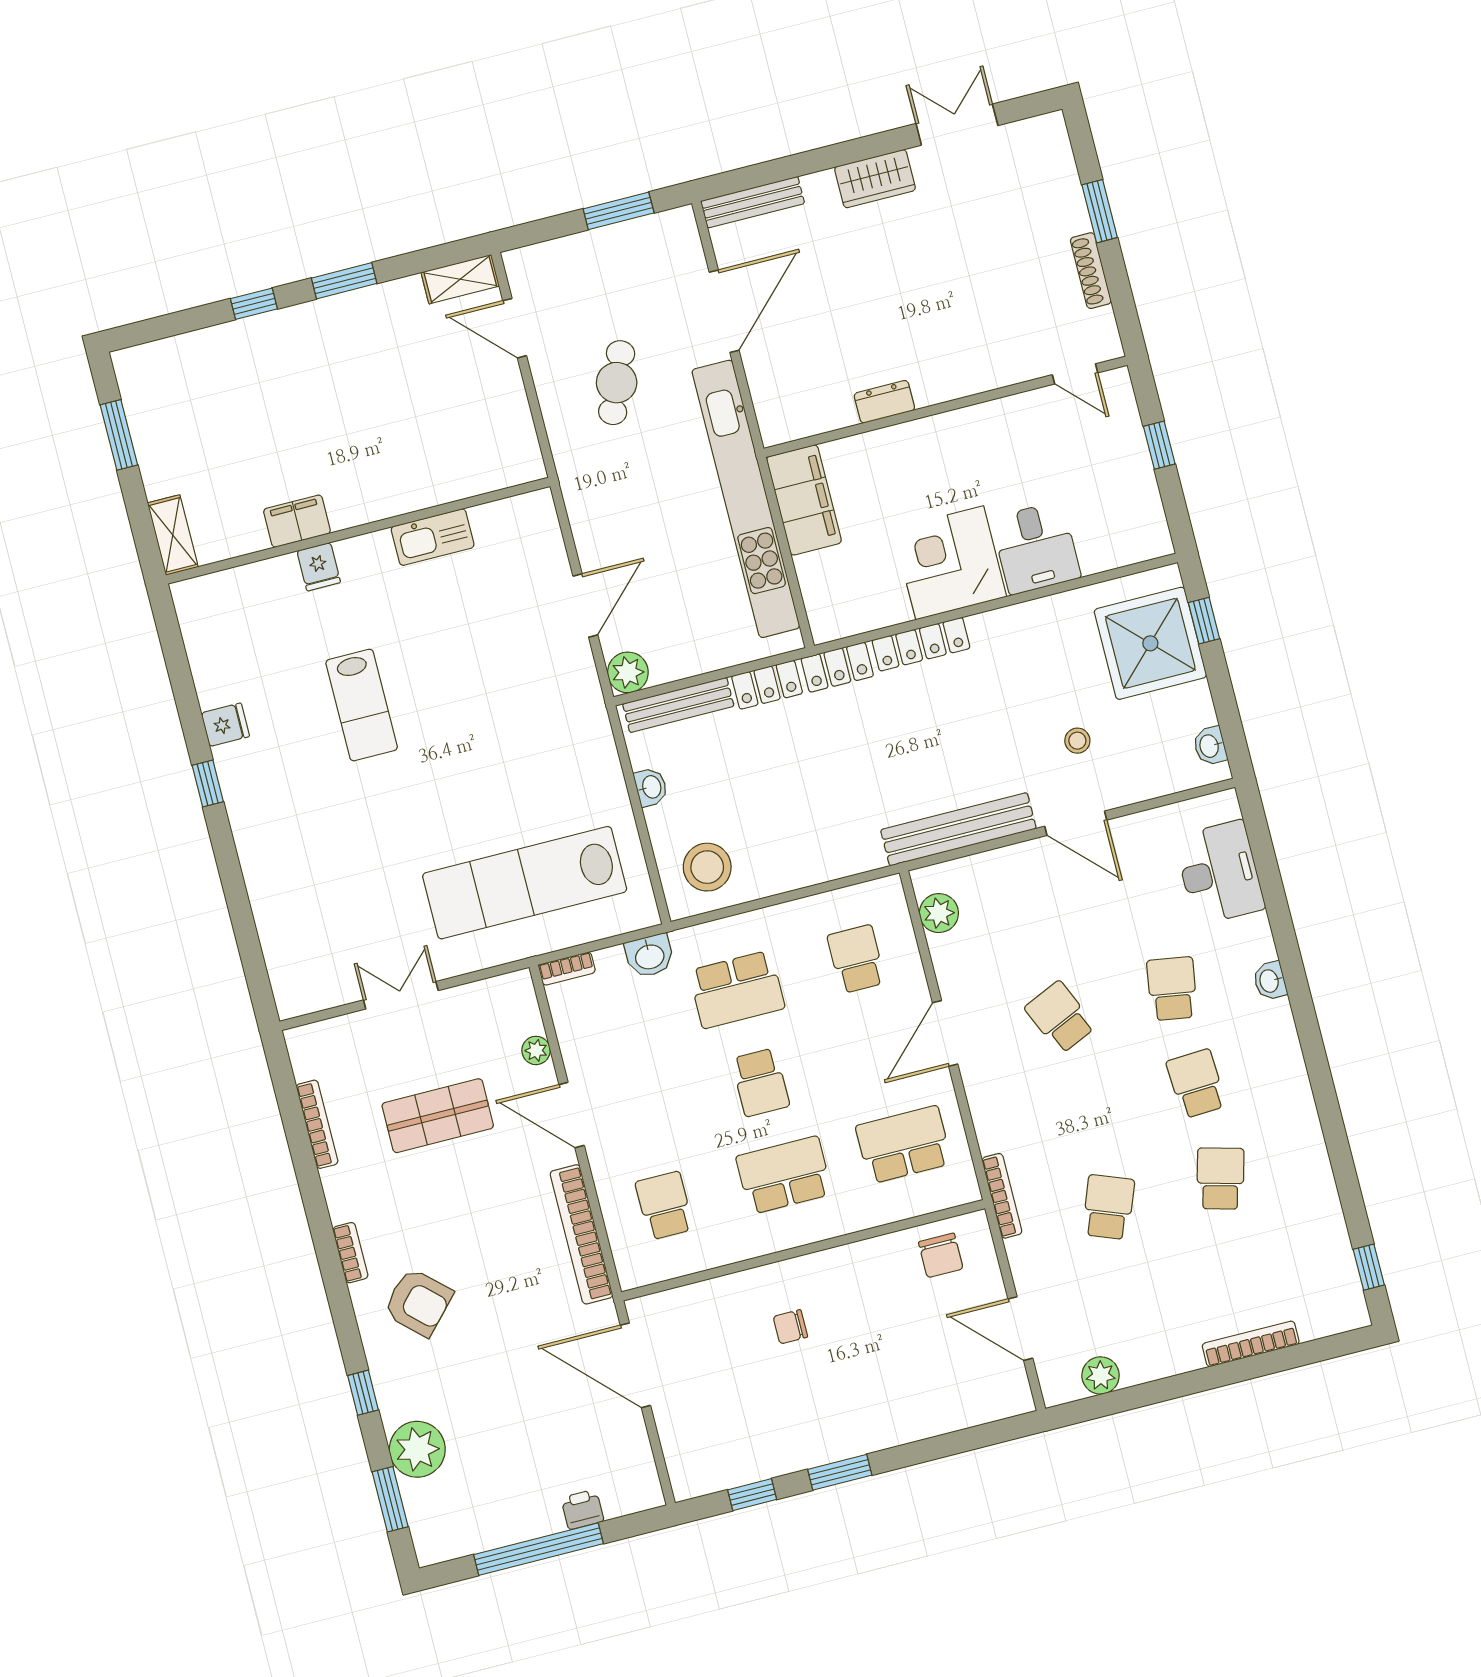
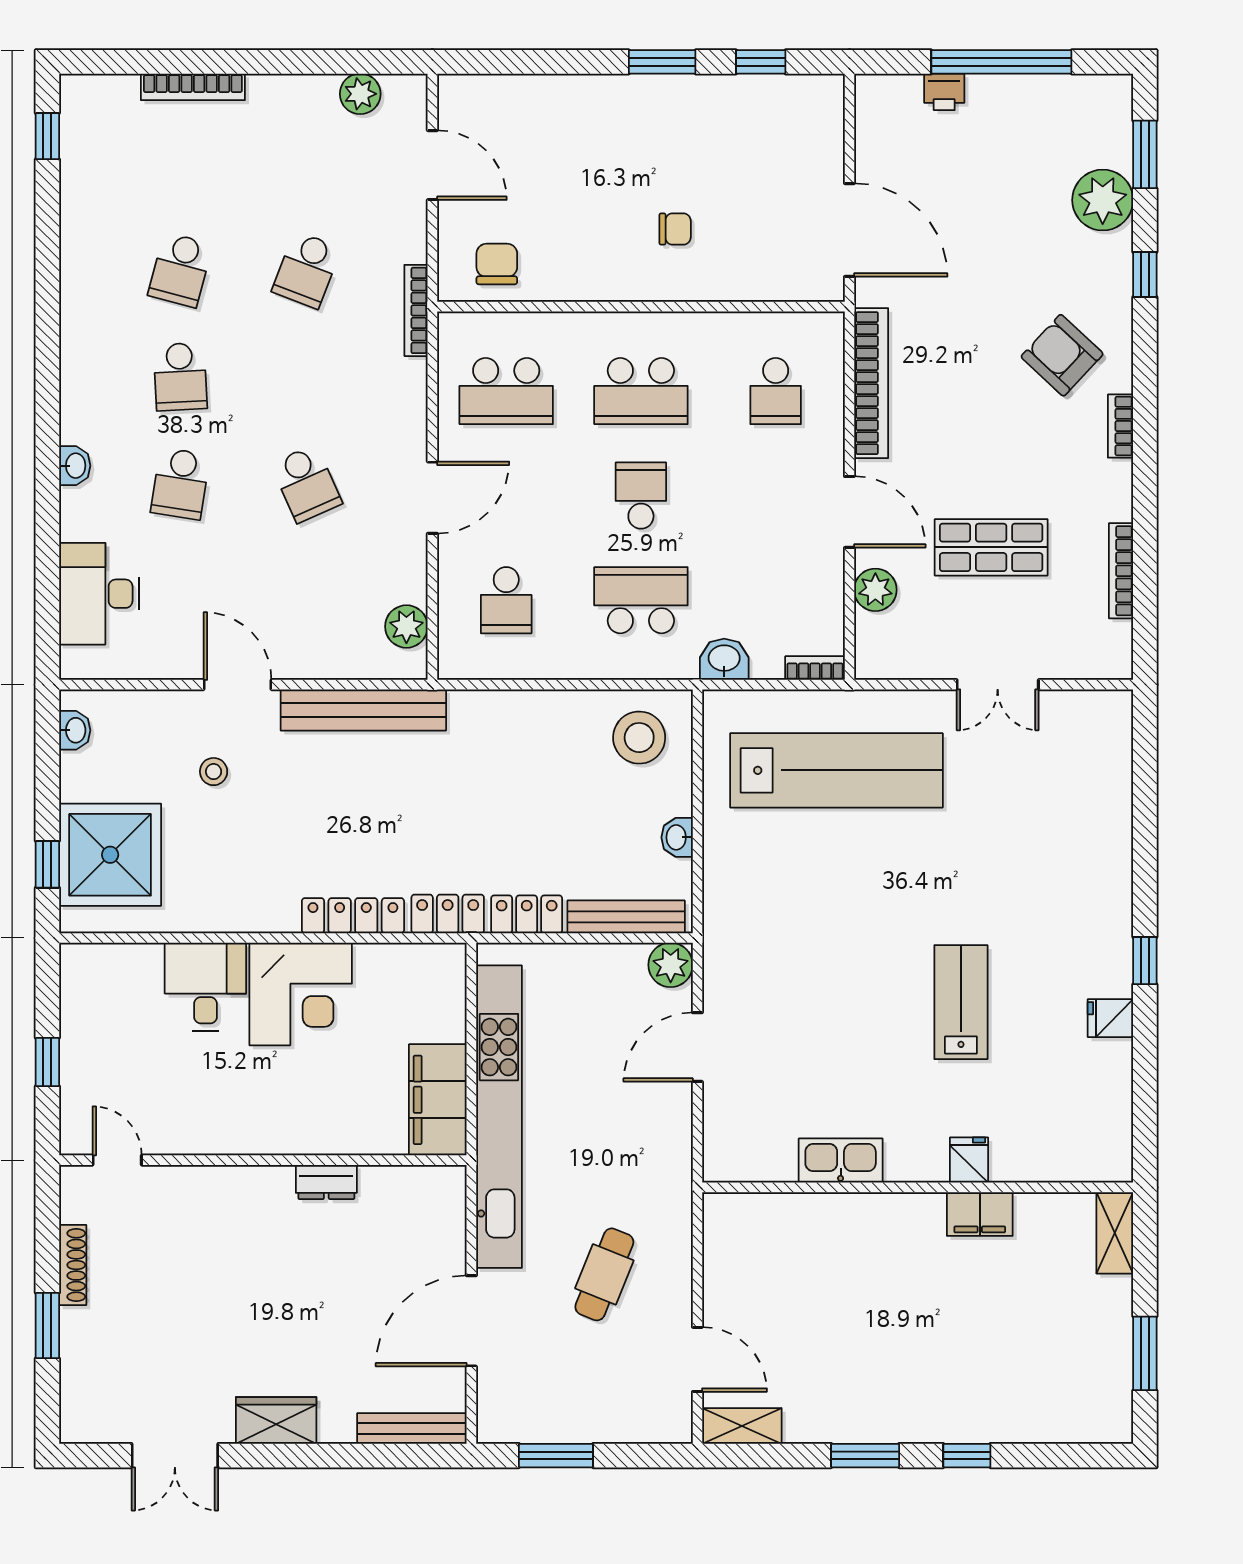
plant: (536, 1050) -> (875, 590), width x1.38, depth x1.38

